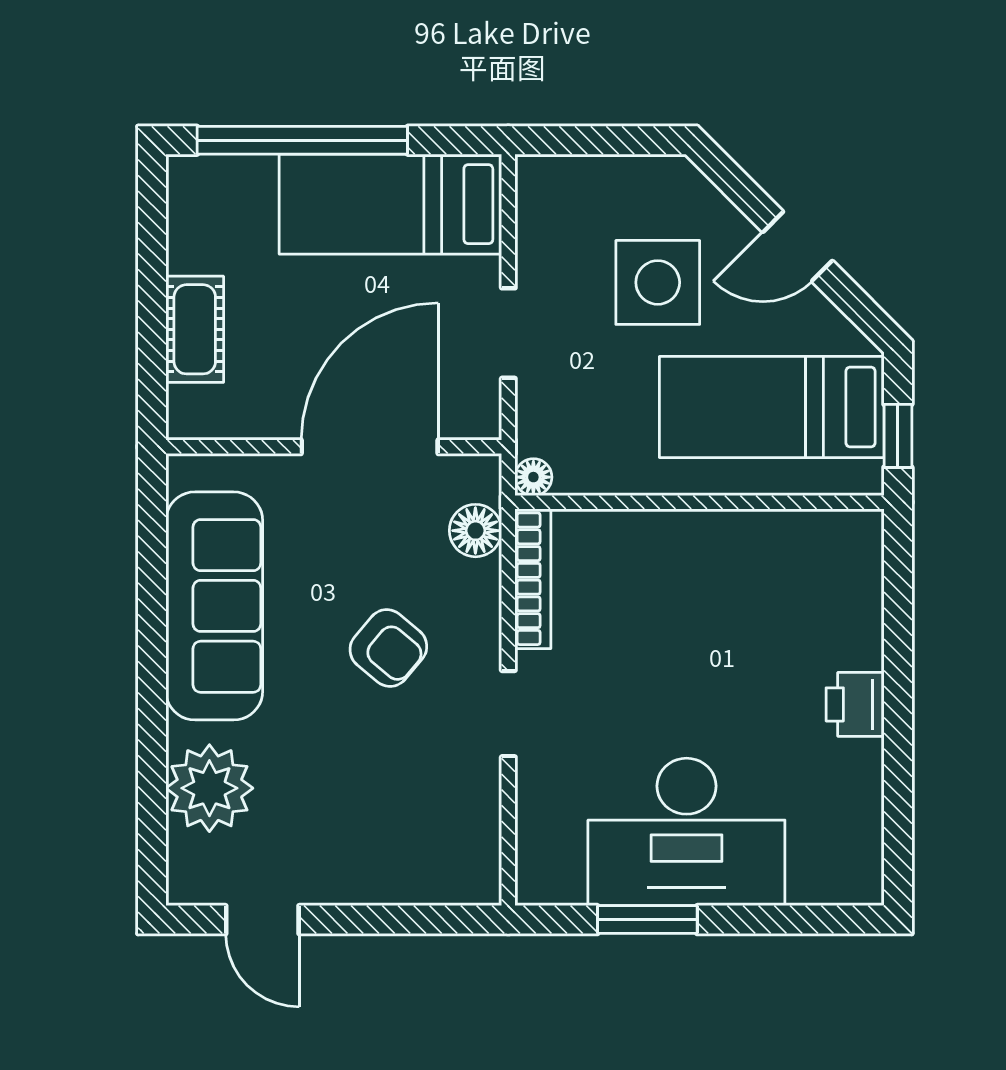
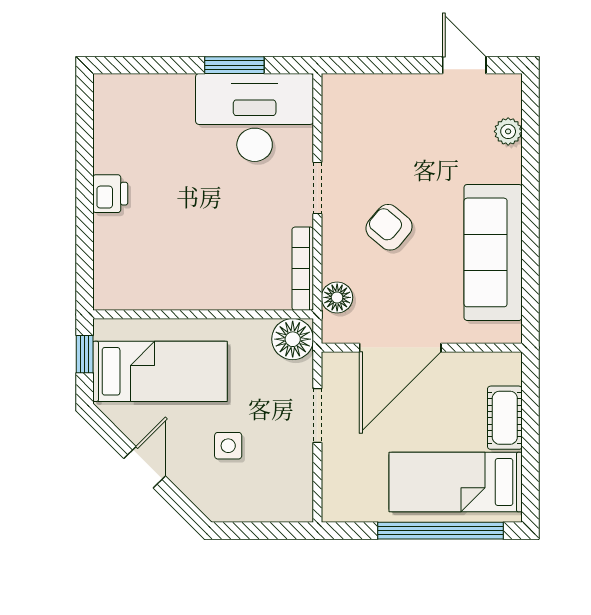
bed: (390, 204) -> (456, 482), moved, turned 180
door: (798, 246) -> (145, 467), hinge flipped
side table: (658, 282) -> (228, 446), width x0.54, depth x0.54
floor lamp: (533, 477) -> (293, 339), width x1.89, depth x1.89
plant: (209, 788) -> (508, 131), width x0.53, depth x0.53
desk: (686, 832) -> (255, 117), moved

